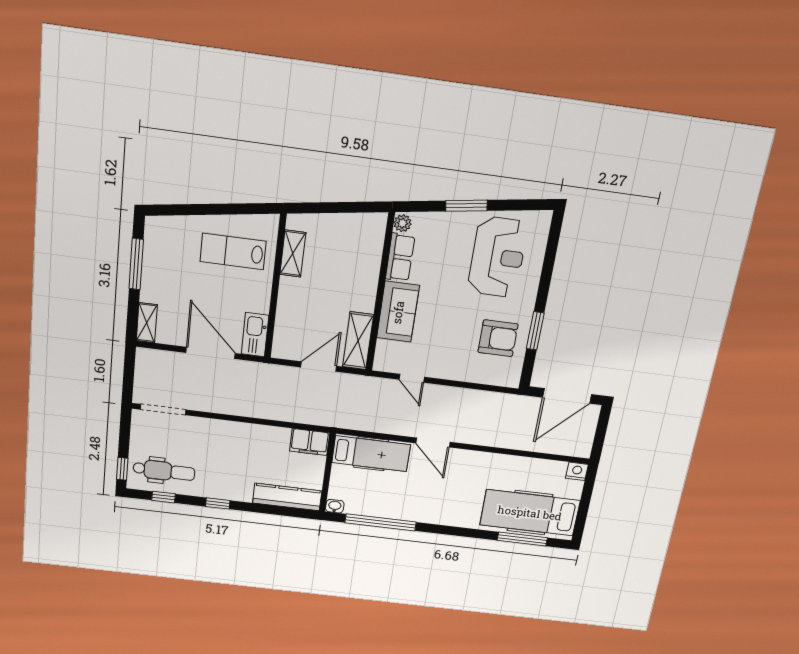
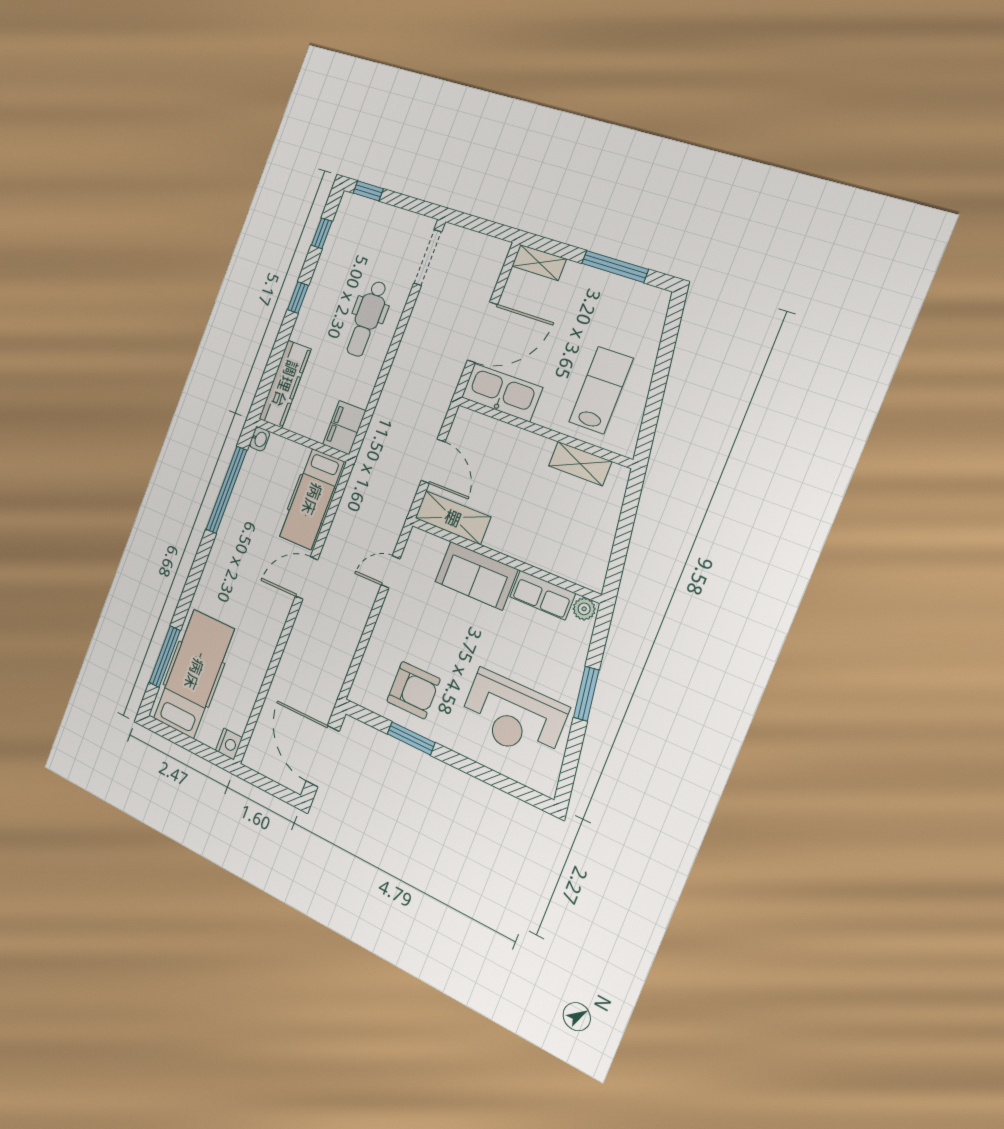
kitchen sink: (255, 335) -> (502, 392), width x1.36, depth x1.24
armchair: (498, 338) -> (413, 690), turned -90
dental chair: (164, 471) -> (367, 319), moved

